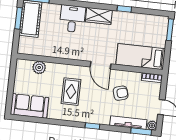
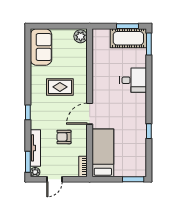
wardrobe: (99, 16) -> (139, 106), removed
plant: (39, 67) -> (81, 36), moved
armchair: (121, 93) -> (64, 137), turned 107

